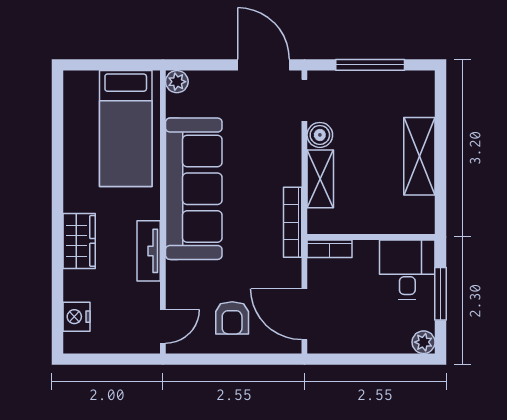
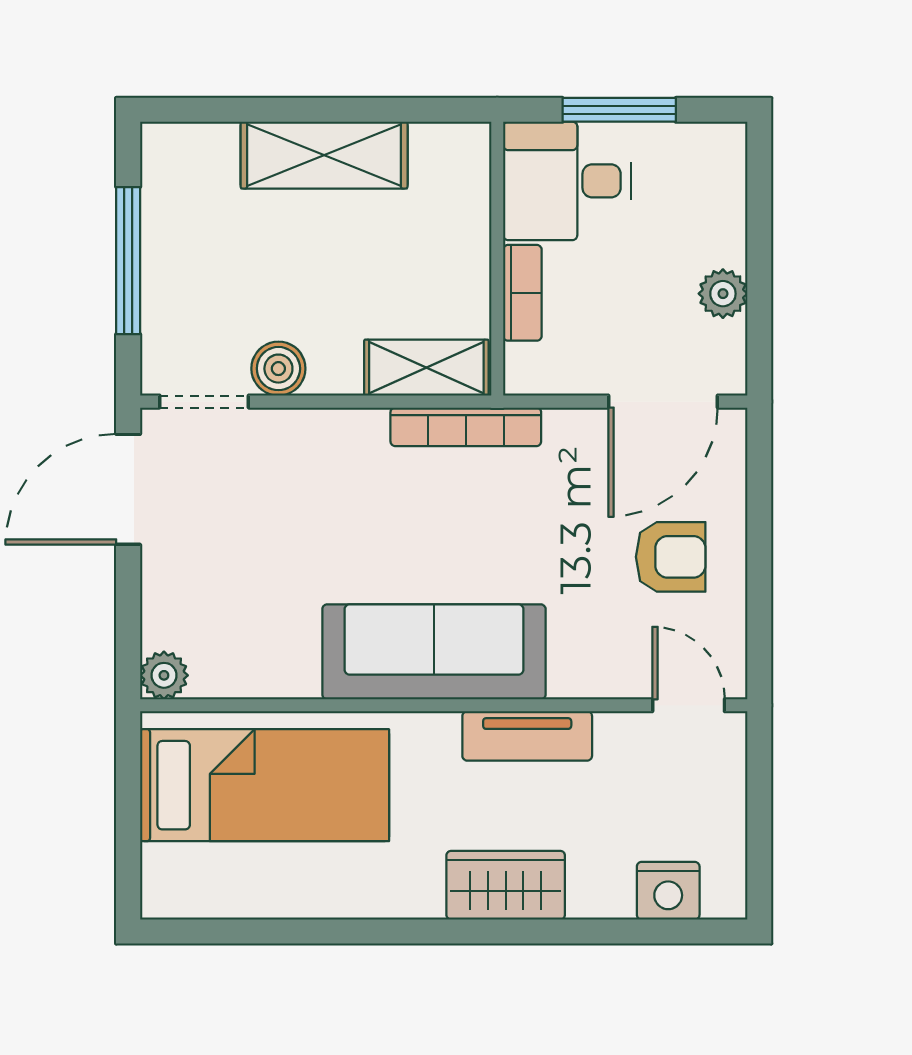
shelving: (320, 179) -> (426, 368), moved
sofa: (194, 189) -> (434, 652), width x0.74, depth x0.79
bookcase: (330, 249) -> (522, 293), moved
plant: (424, 342) -> (723, 294), moved

